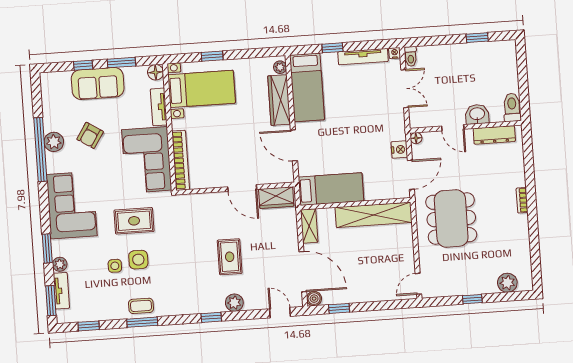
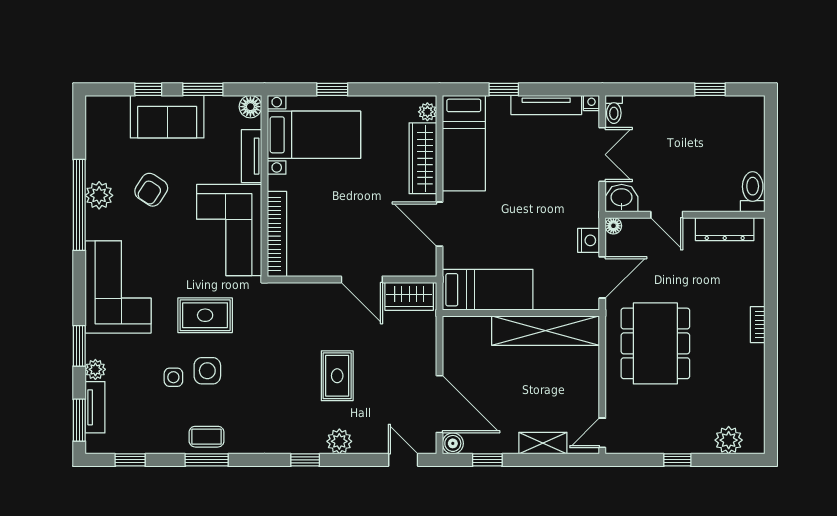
washbasin: (477, 114) -> (622, 198), moved
shelving: (309, 226) -> (543, 443), moved, turned 90

